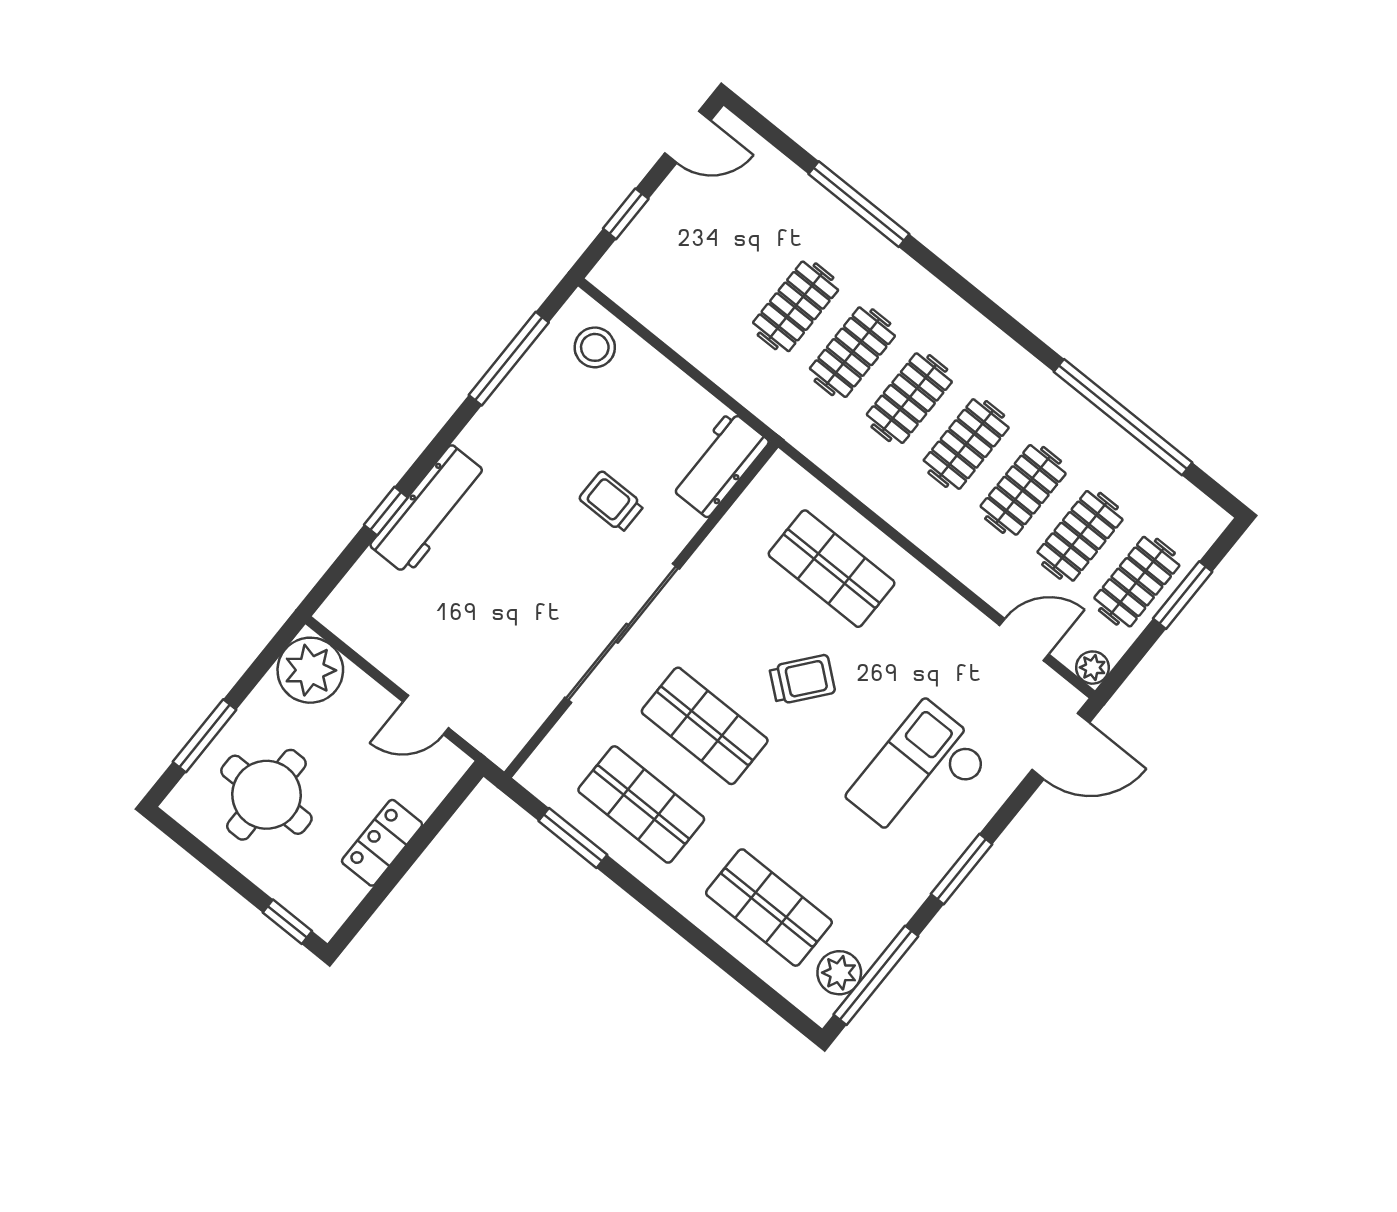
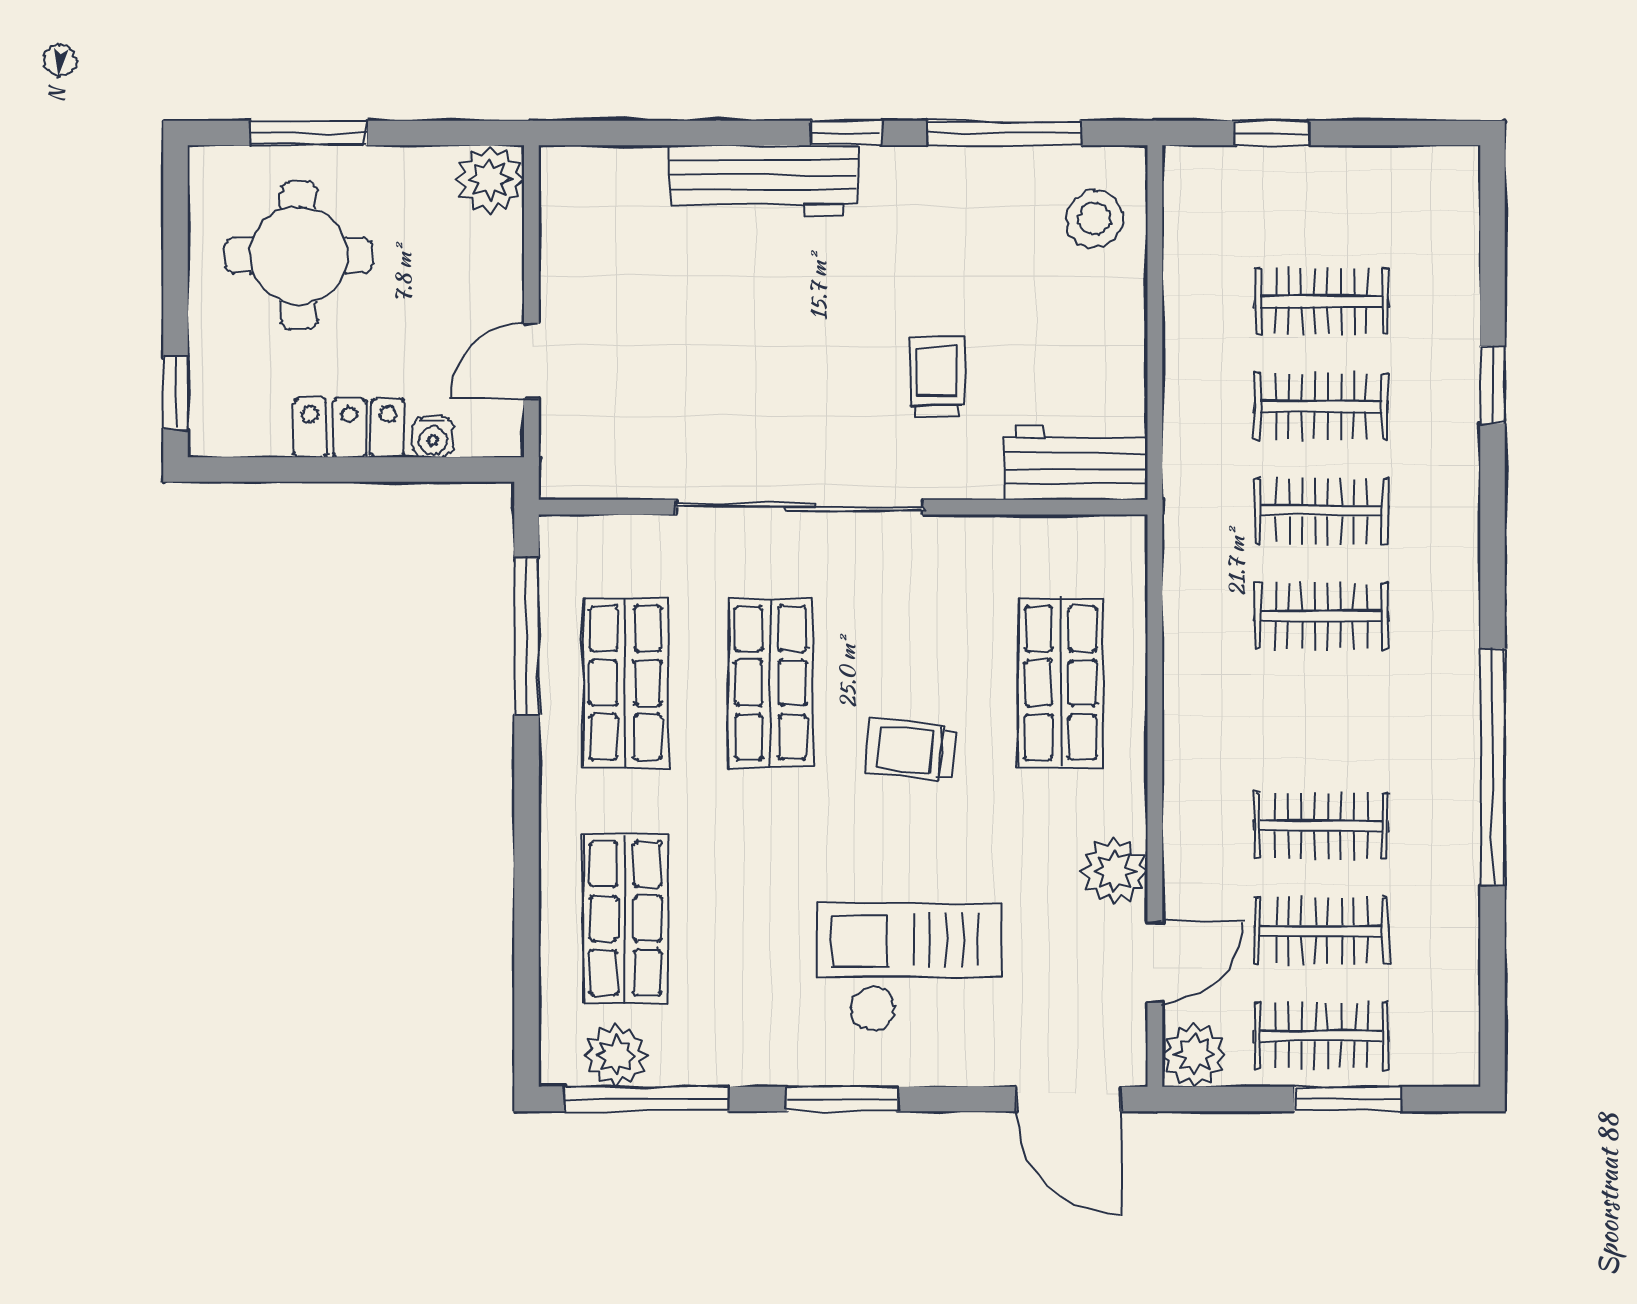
door: (688, 137) -> (1413, 133), removed
window: (859, 204) -> (1492, 385), width x0.46
window: (1123, 417) -> (1492, 767), moved
clothes rail: (966, 444) -> (1321, 301), moved
window: (386, 511) -> (846, 133), moved
plant: (957, 622) -> (1114, 872), added
door: (1024, 640) -> (1155, 962), hinge flipped
plant: (1093, 668) -> (1194, 1055), width x1.38, depth x1.38
plant: (310, 670) -> (490, 180), width x0.73, depth x0.73
trolley: (802, 680) -> (910, 750), turned 147
door: (426, 715) -> (531, 361), hinge flipped
water cooler: (424, 801) -> (433, 437), added
window: (573, 838) -> (527, 636), width x1.44

